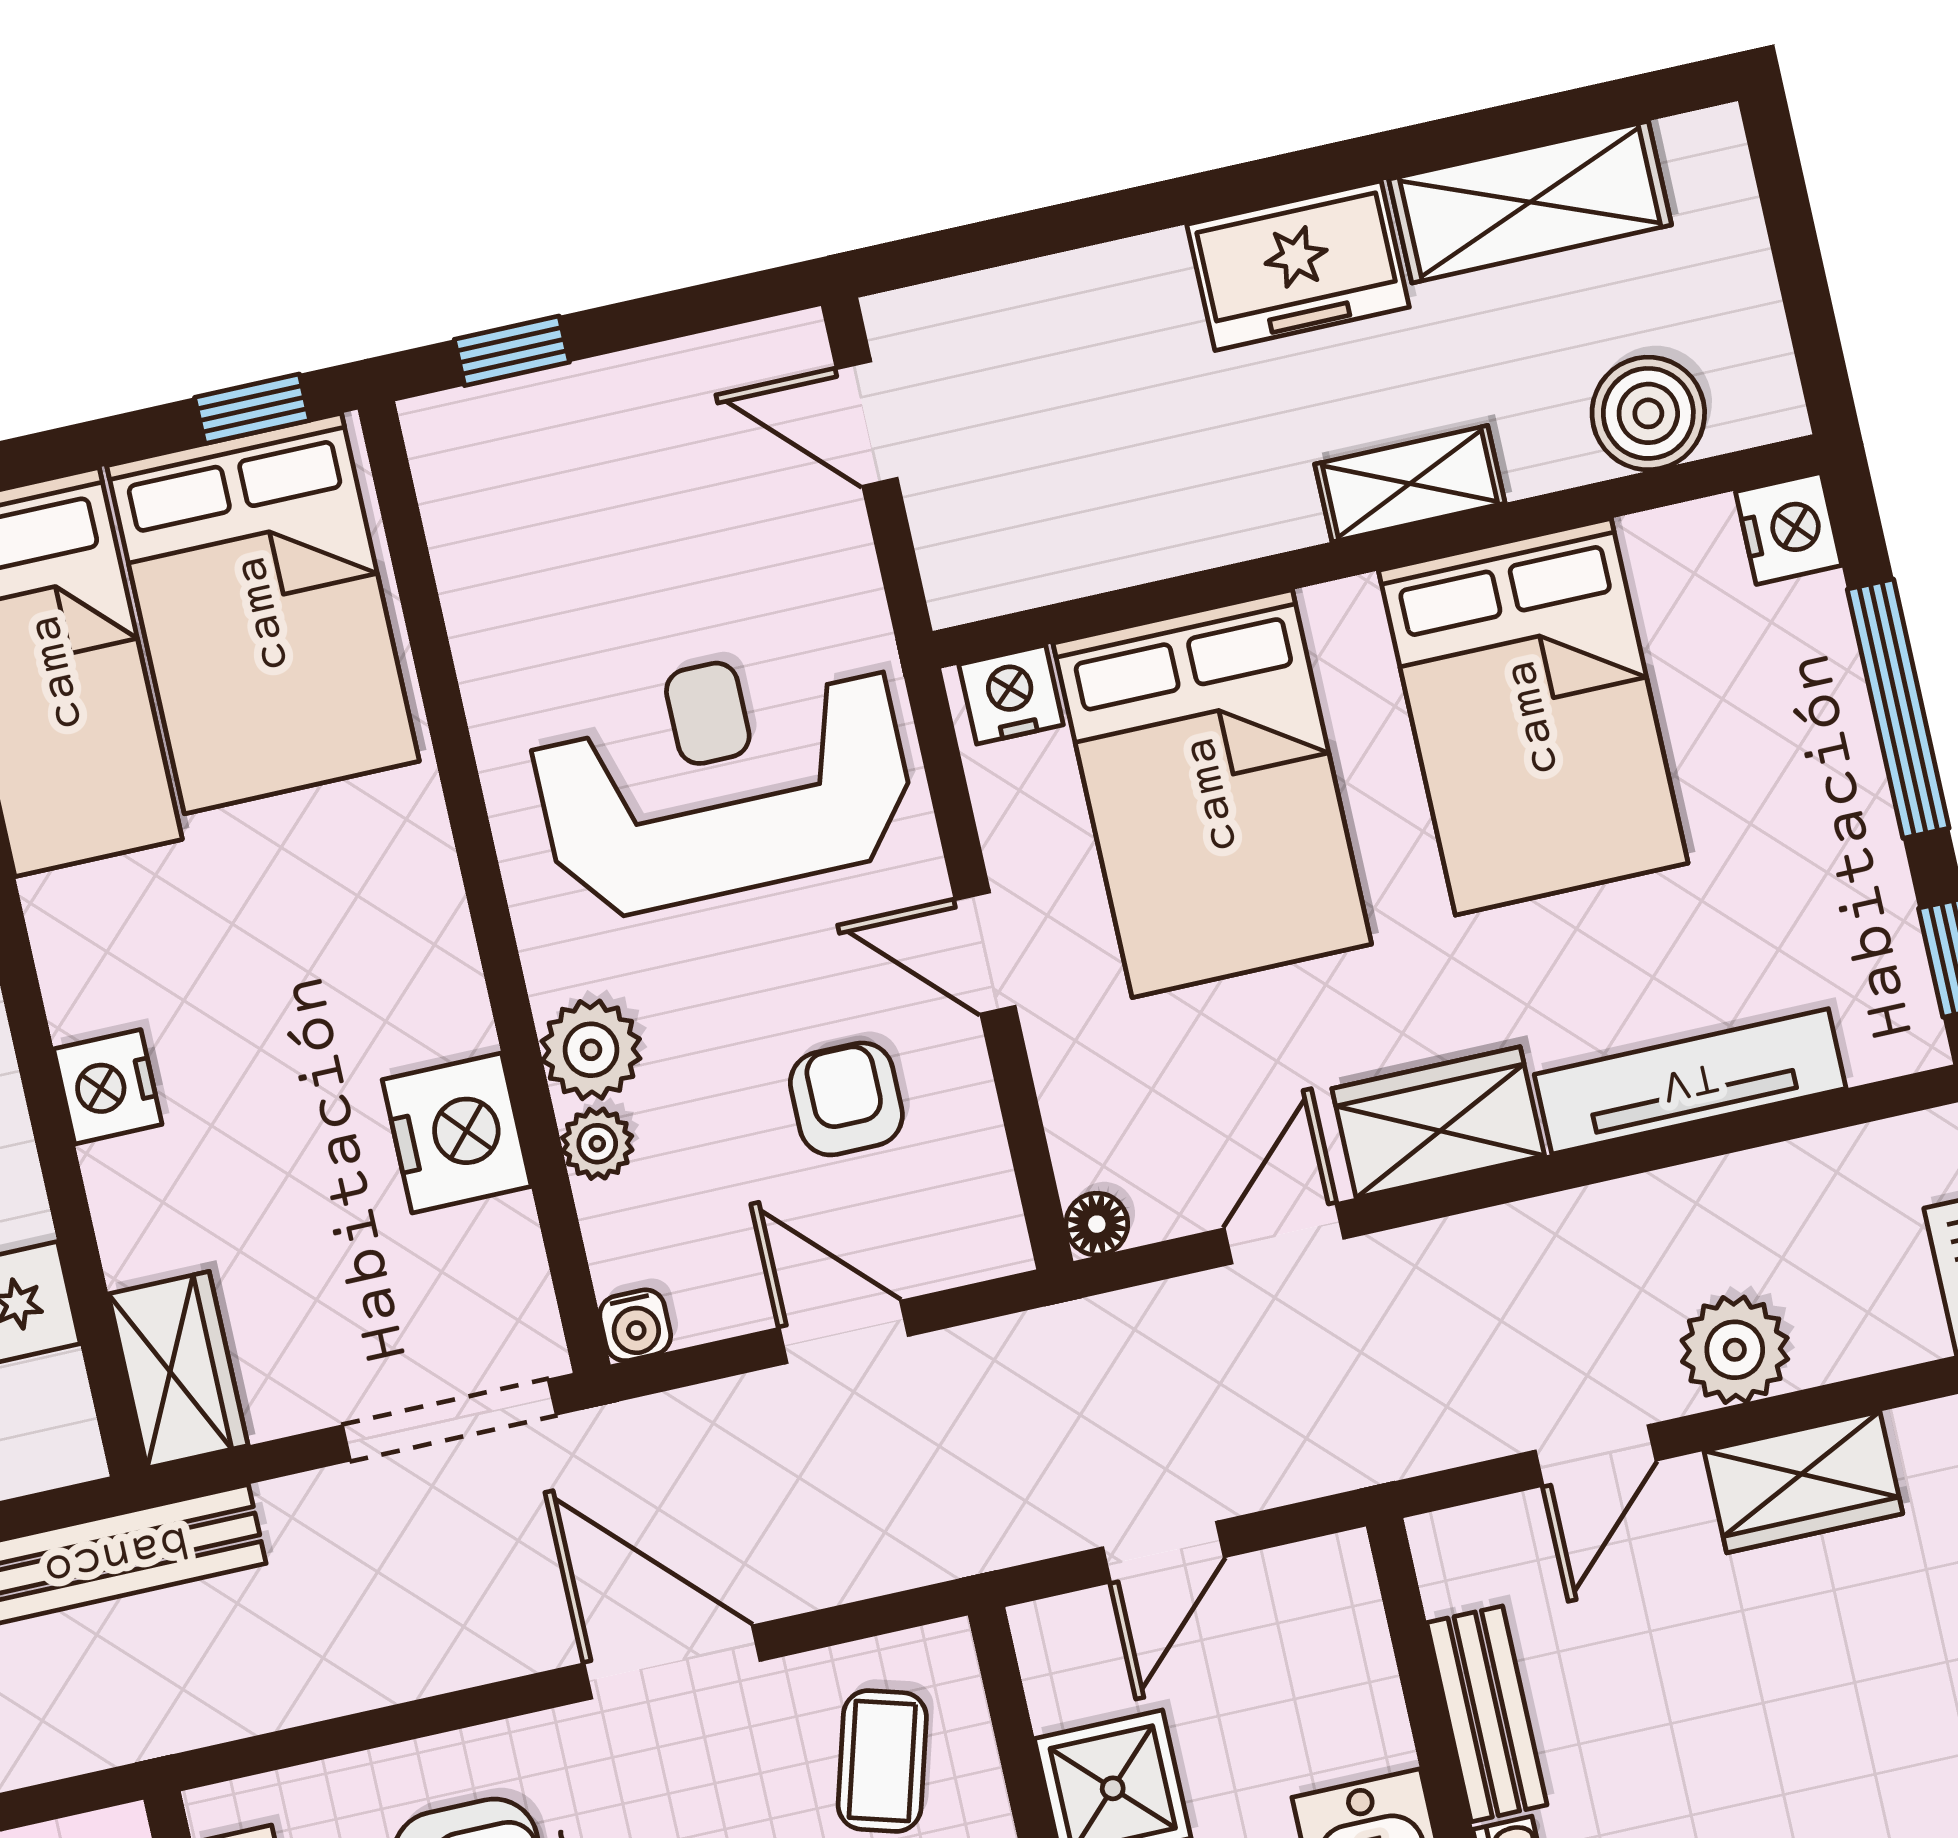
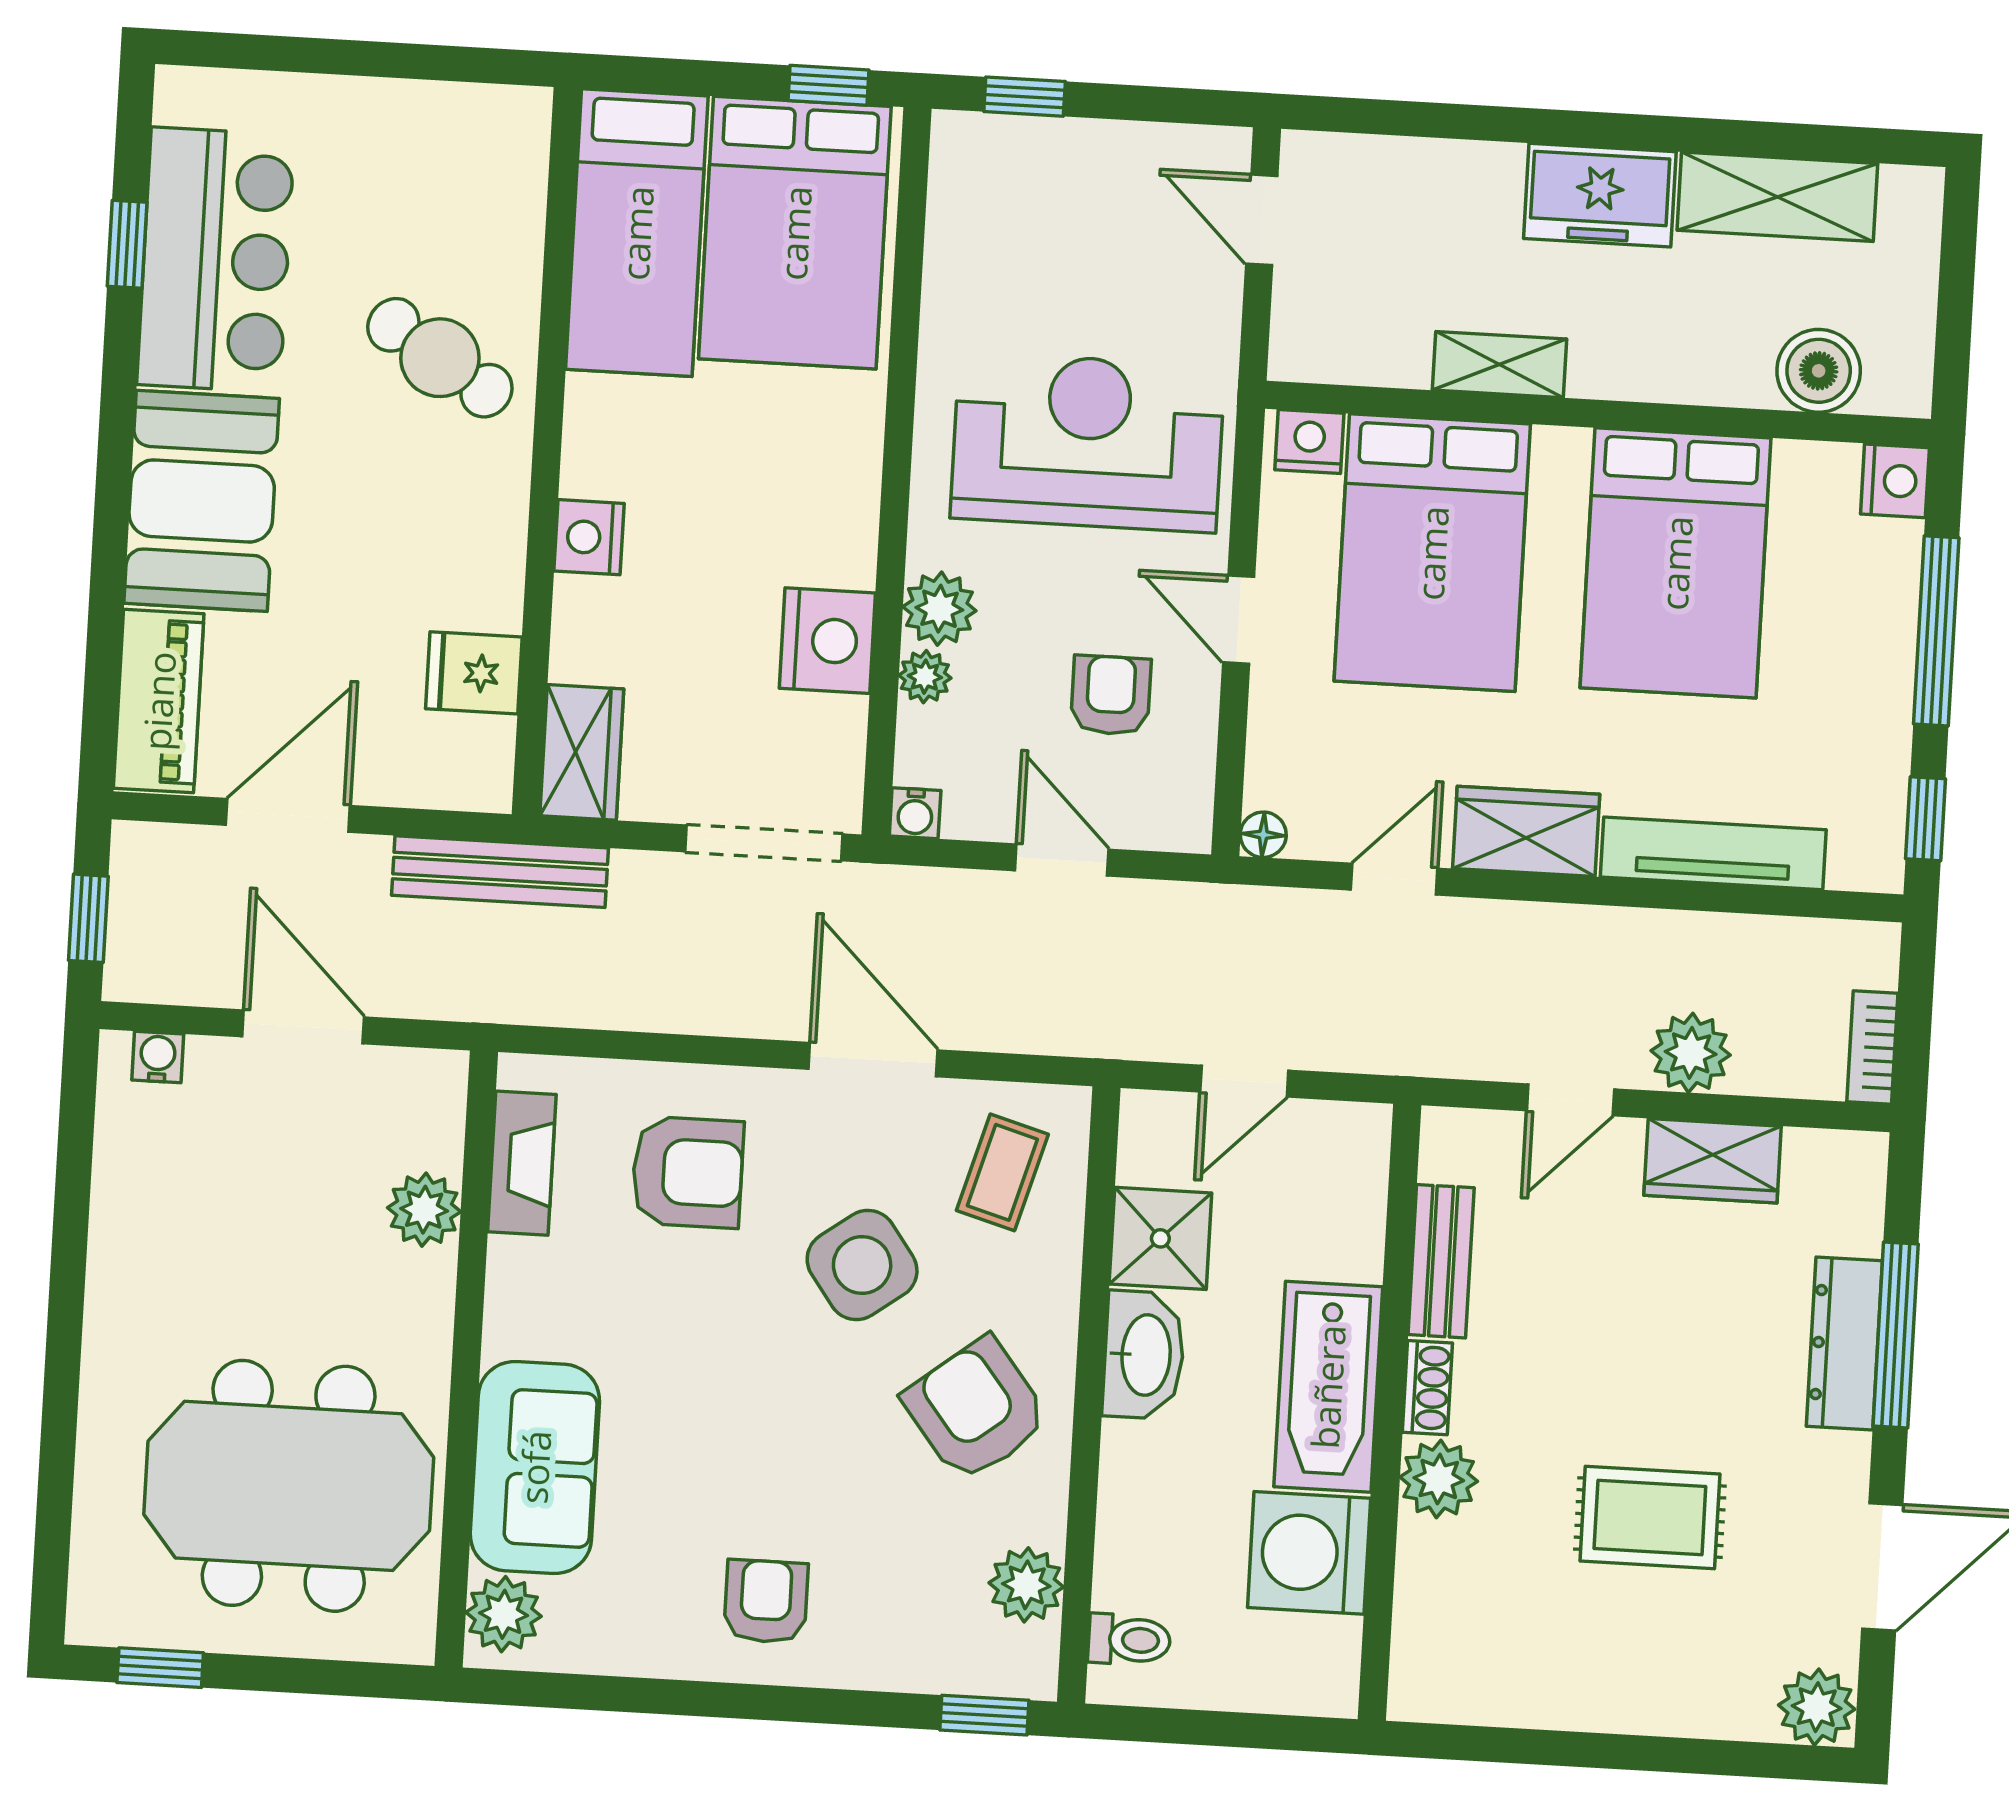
shelving: (1410, 484) -> (1500, 365), moved

